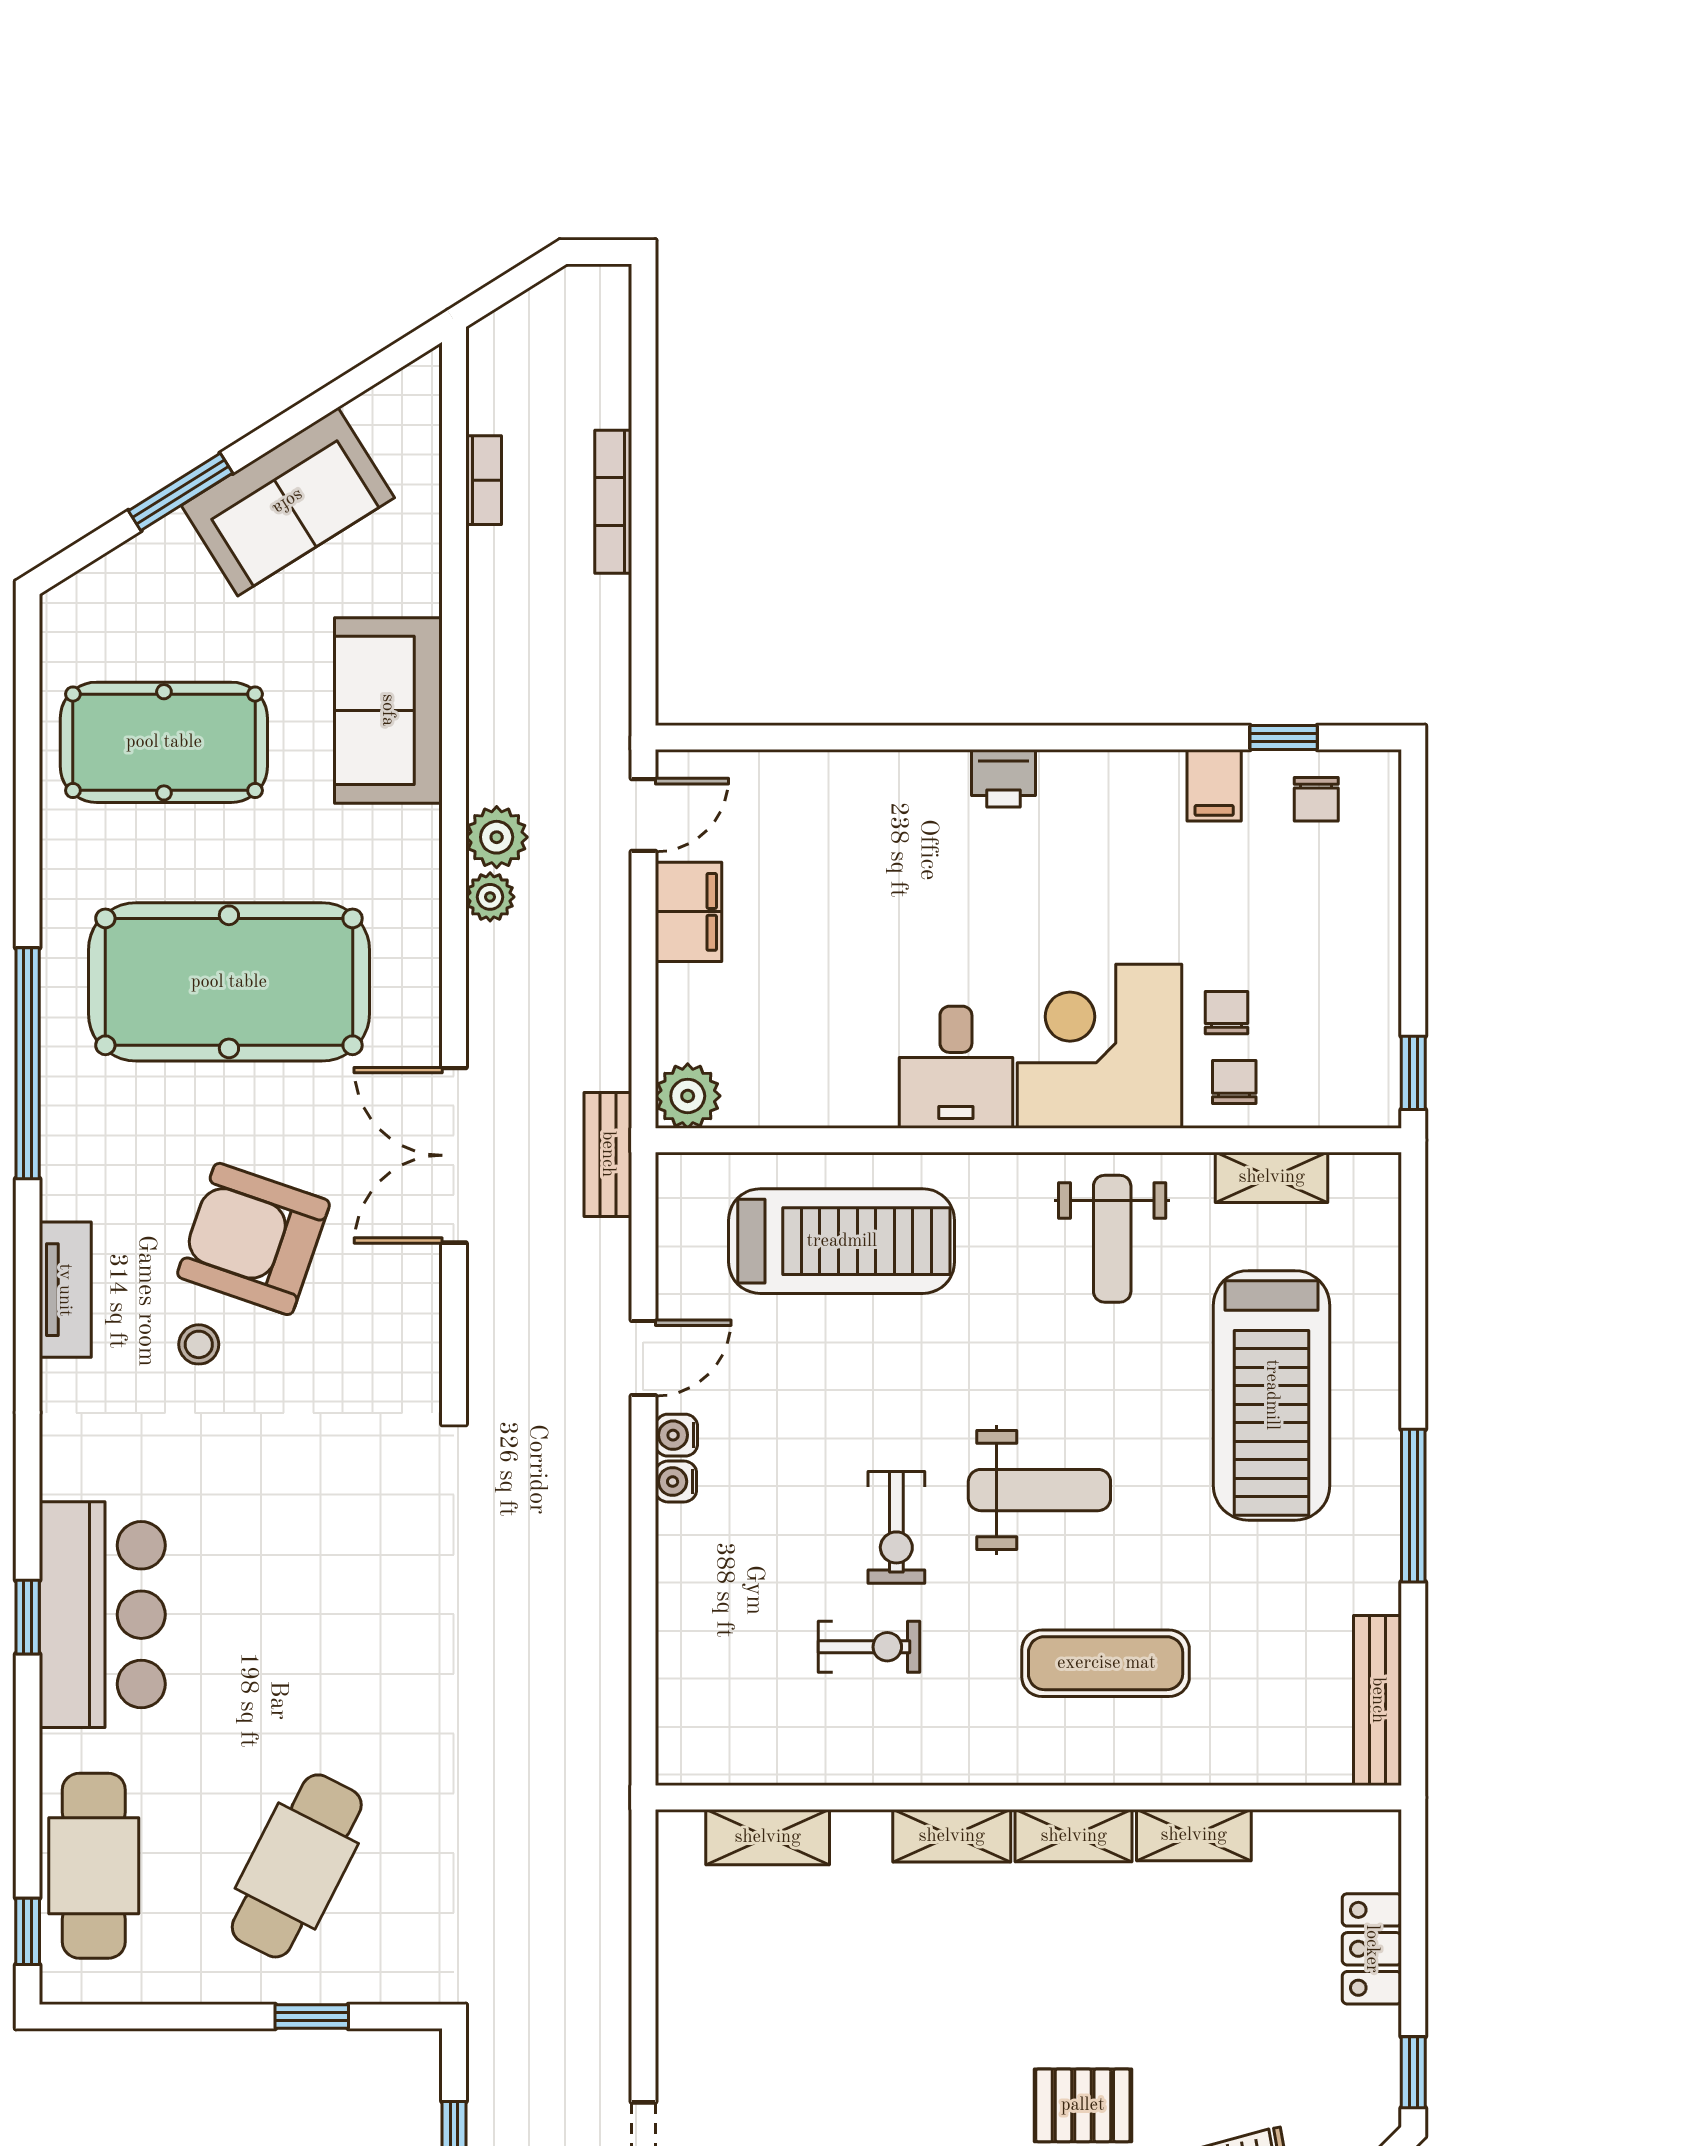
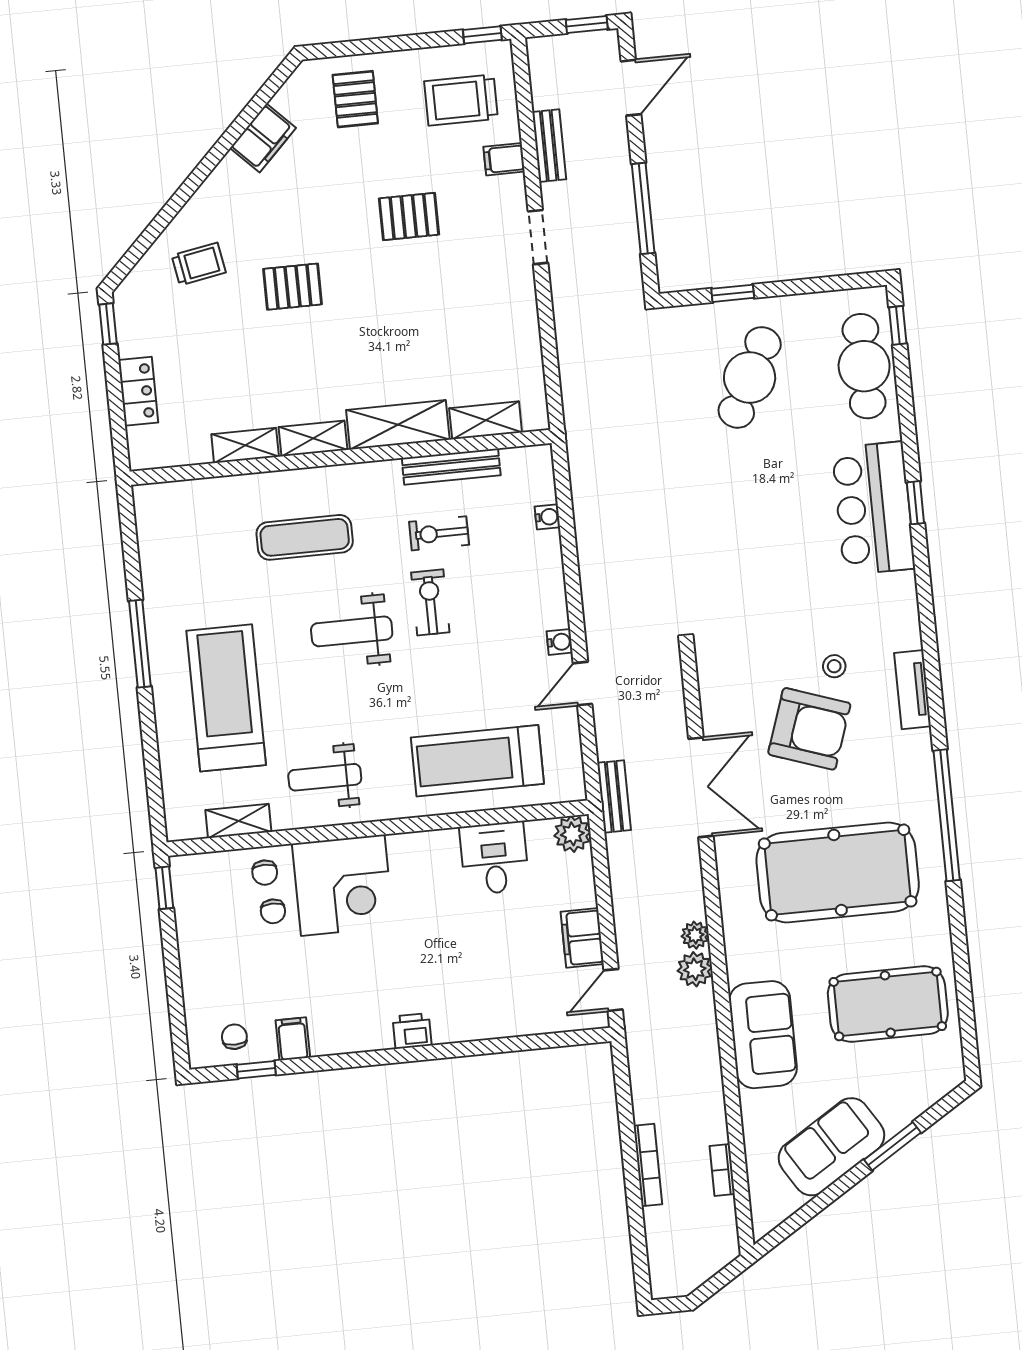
desk: (956, 1067) -> (494, 858), moved
weight bench: (1112, 1239) -> (325, 777), turned -90
water cooler: (676, 1482) -> (547, 517), moved
bench: (1378, 1700) -> (451, 467), moved, turned 90
shelving: (952, 1836) -> (398, 425), width x1.50, depth x1.33

